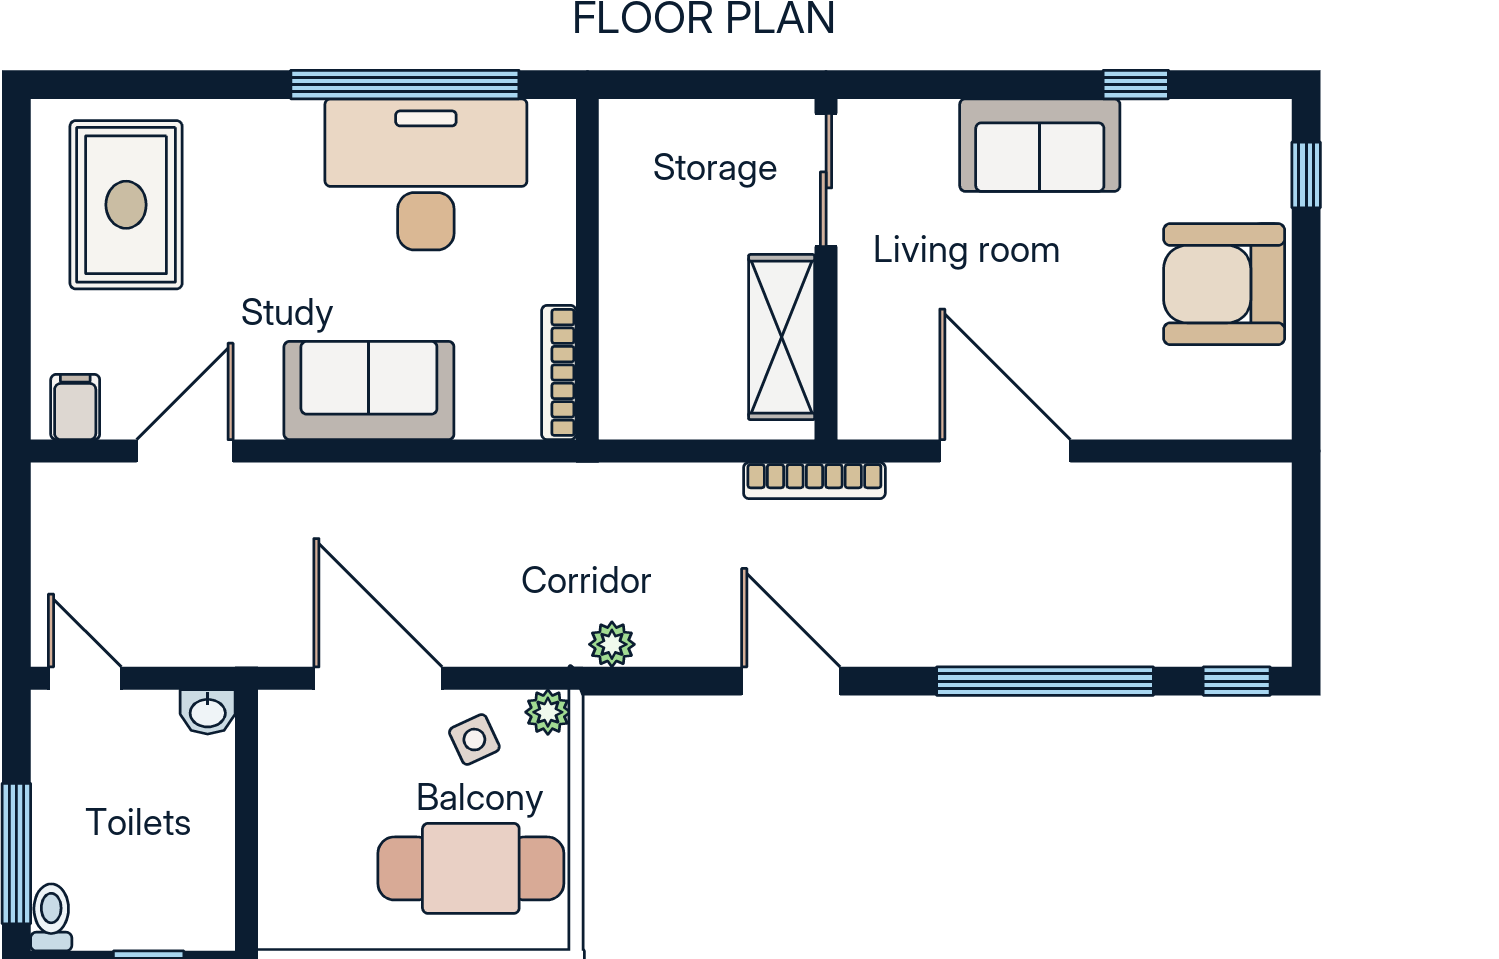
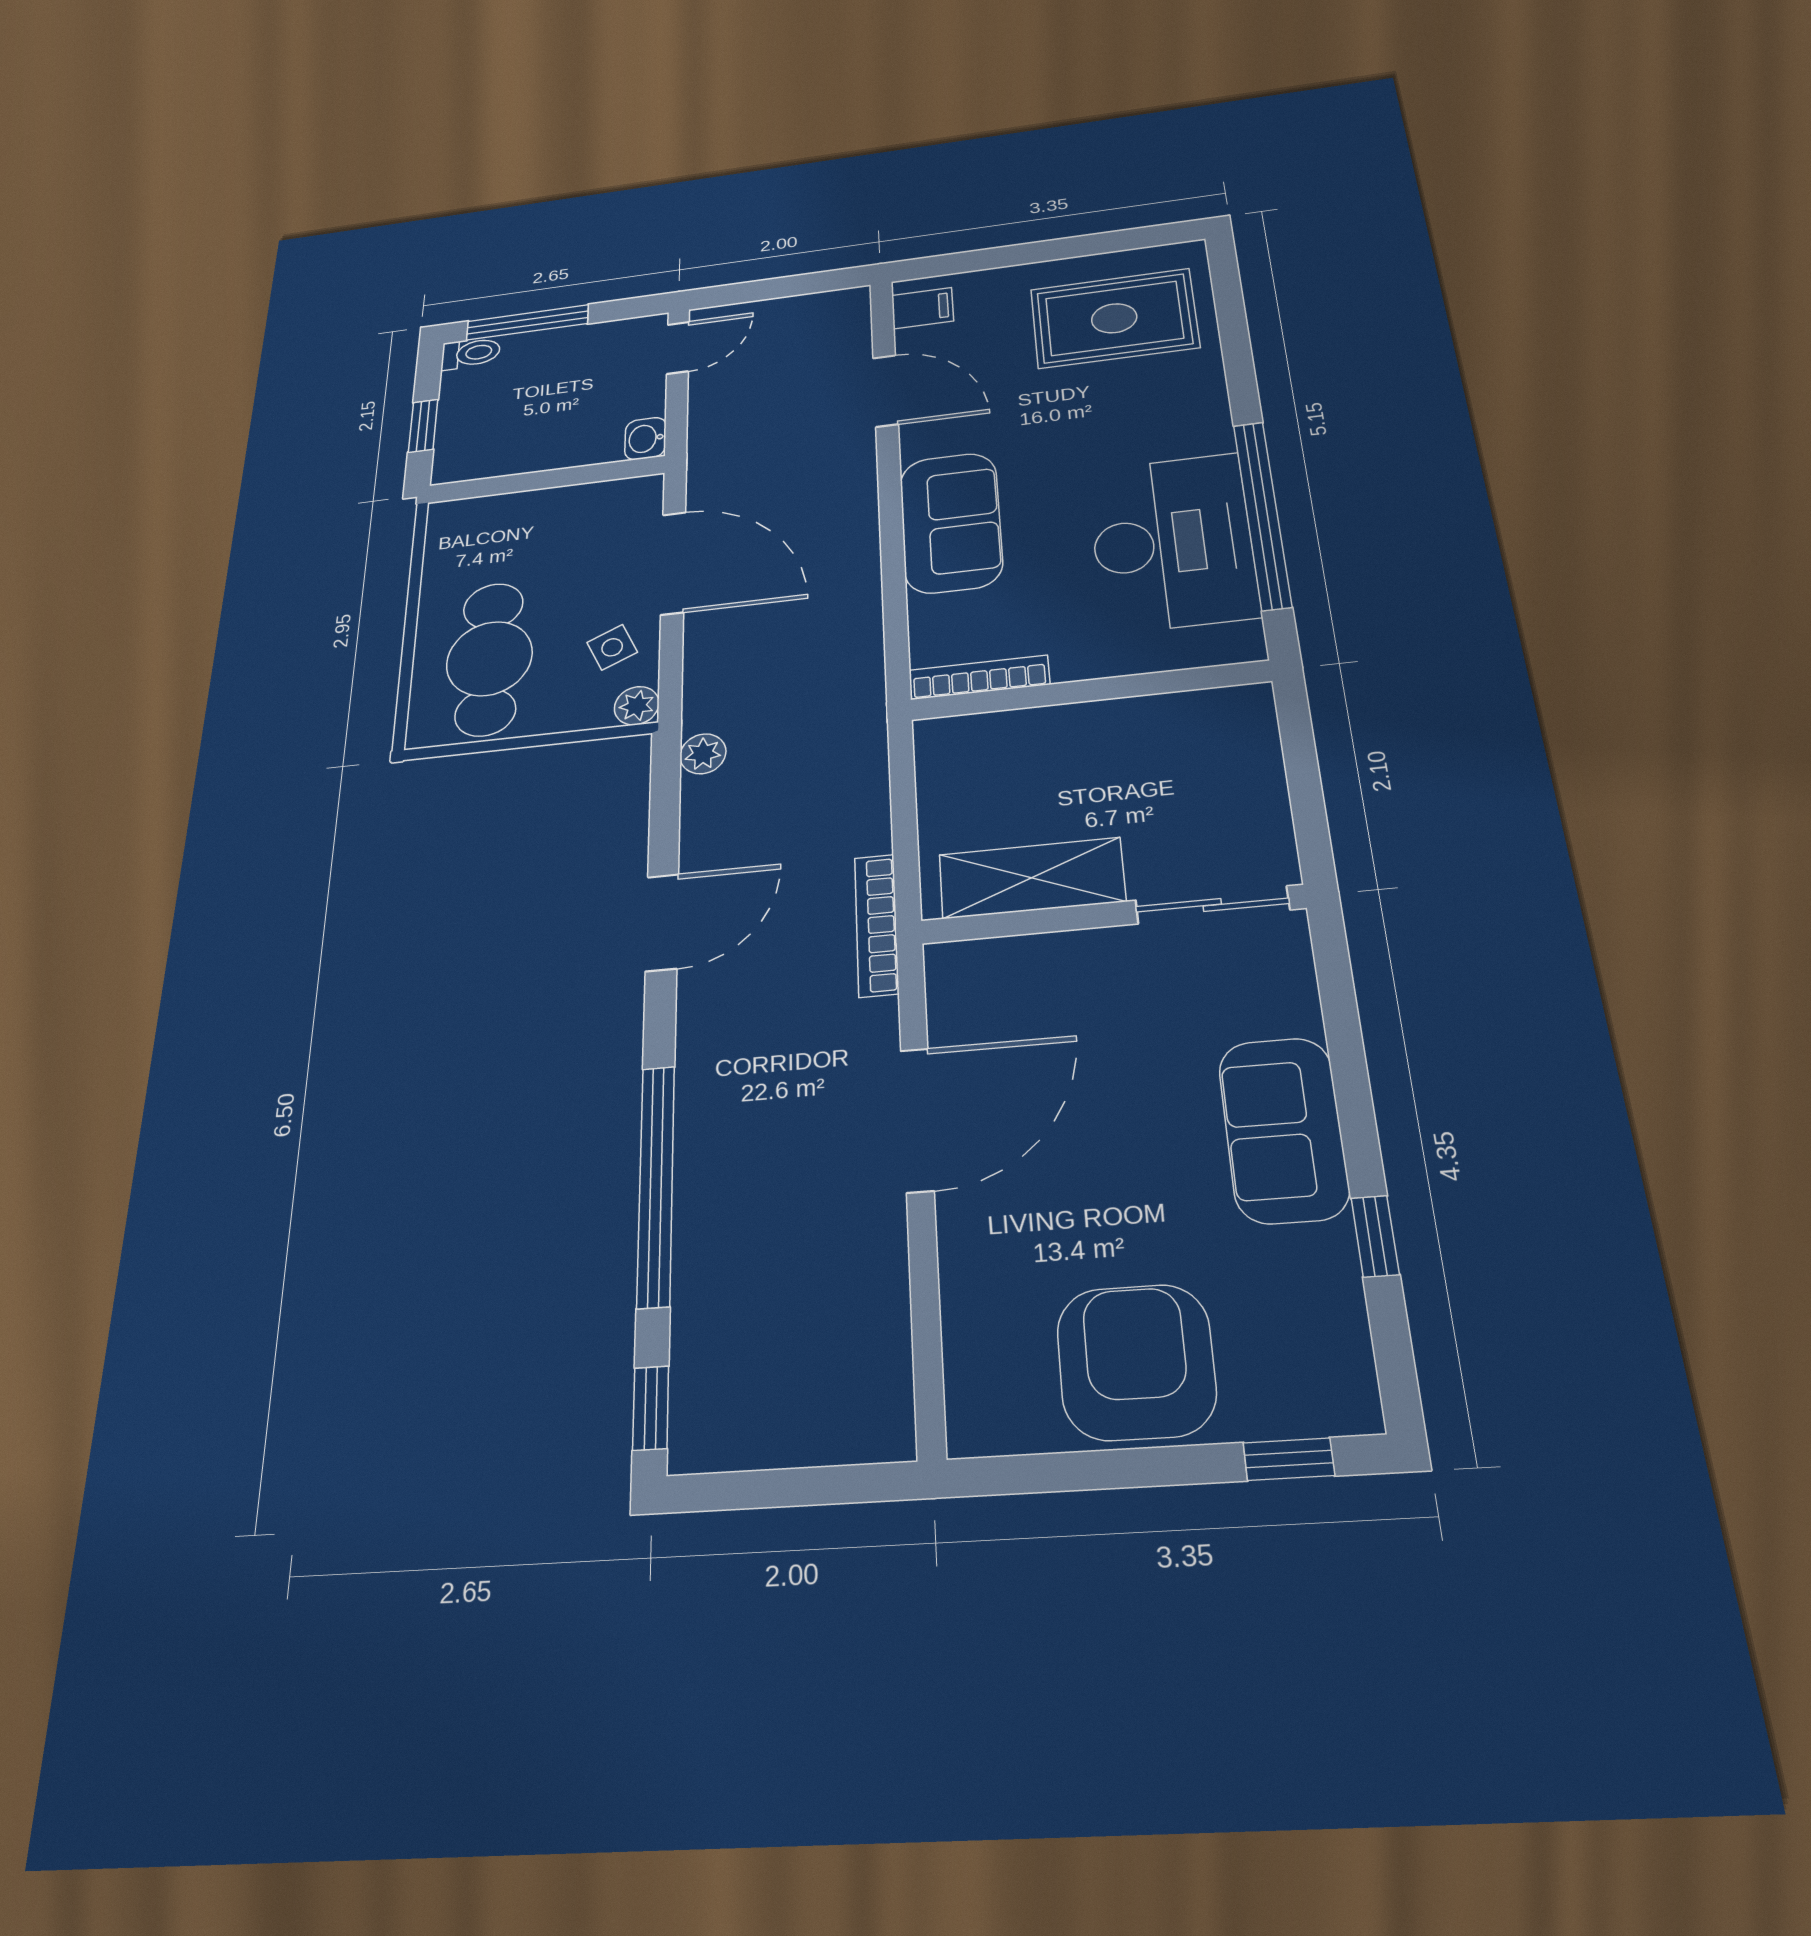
door: (378, 678) -> (673, 563), hinge flipped

